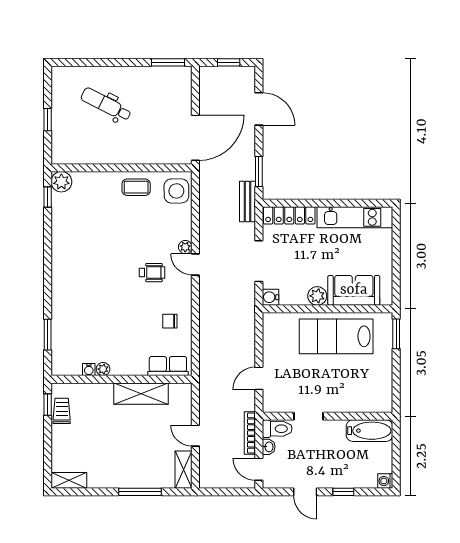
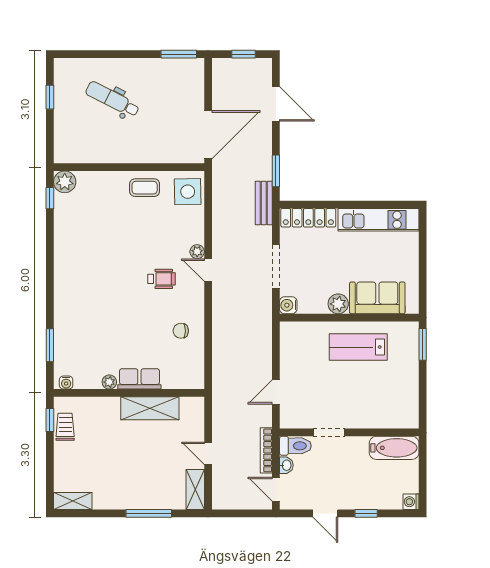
window: (48, 120) -> (50, 97), moved
lab bench: (336, 336) -> (358, 347), width x0.73, depth x0.72
row of seats: (168, 366) -> (139, 379), moved
water cooler: (89, 370) -> (66, 383), moved

